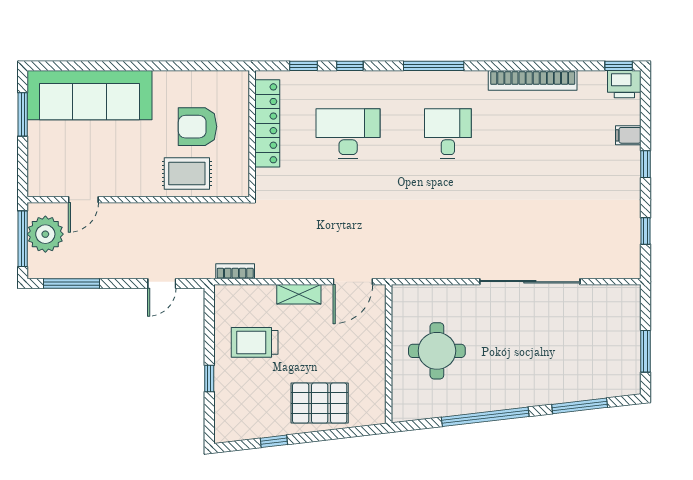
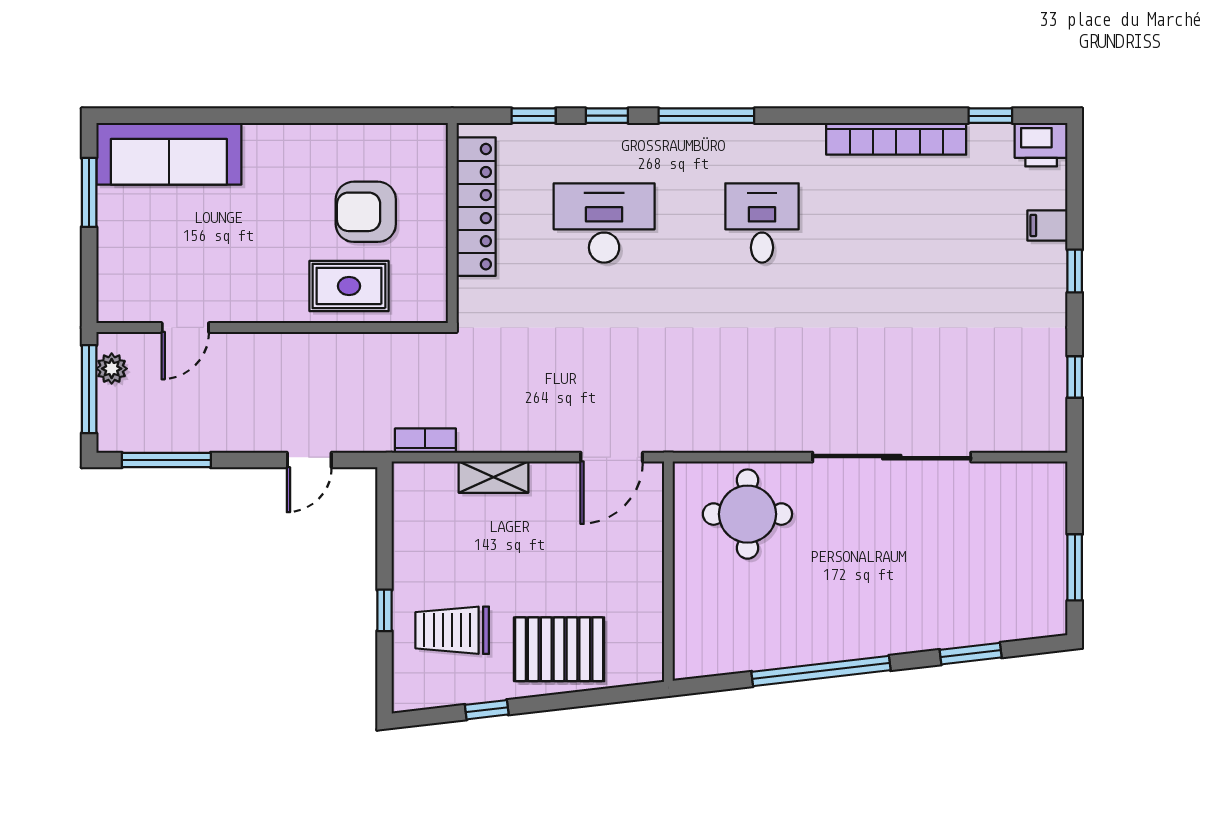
window: (434, 66) -> (706, 116), moved
window: (619, 66) -> (990, 116), moved
sofa: (90, 95) -> (169, 154), width x0.74, depth x0.79
plant: (45, 234) -> (112, 369), width x0.53, depth x0.53
shelving: (299, 294) -> (493, 477), moved
trolley: (255, 342) -> (452, 630), moved
round table: (437, 351) -> (747, 514), moved
window: (580, 406) -> (971, 654), width x0.69

